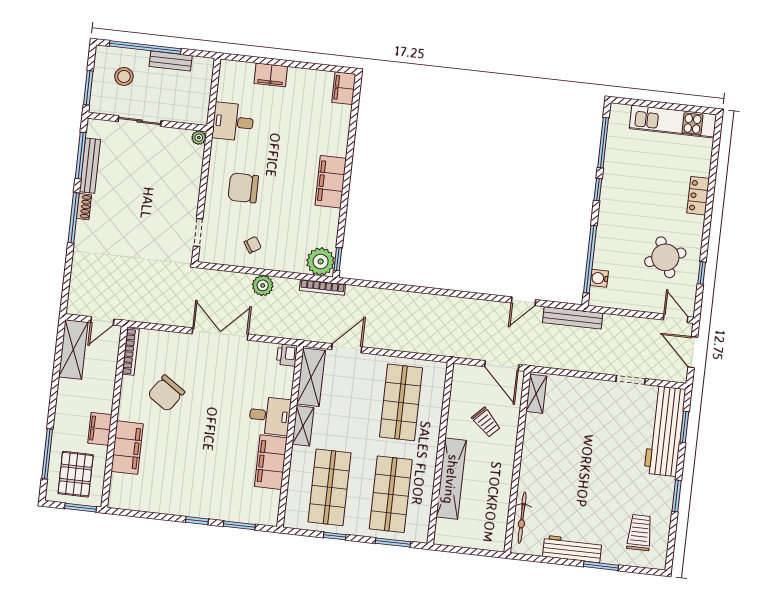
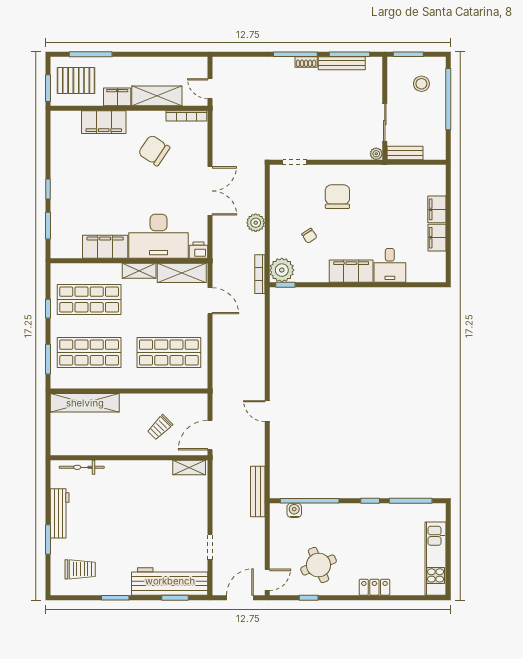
bench: (171, 61) -> (405, 153), moved, turned 90
filing cabinet: (344, 88) -> (437, 238), moved, turned -90
sliding door: (140, 121) -> (385, 123), moved
desk: (233, 122) -> (390, 265), moved, turned 180
chair: (253, 245) -> (309, 236), moved
door: (523, 301) -> (267, 411), moved
shelving: (73, 349) -> (157, 96), moved
desk: (270, 416) -> (159, 236), width x1.87, depth x1.30
shelving: (451, 479) -> (85, 403), moved

